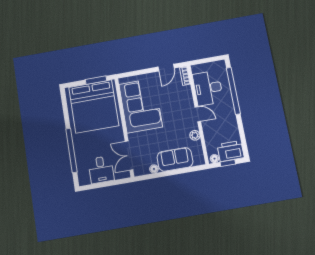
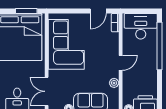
desk: (208, 88) -> (141, 26), moved, turned 90
door: (198, 114) -> (121, 63), hinge flipped

